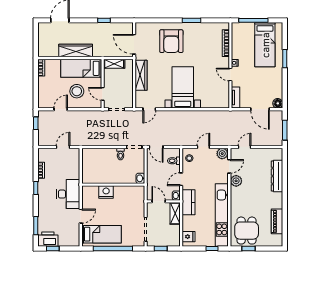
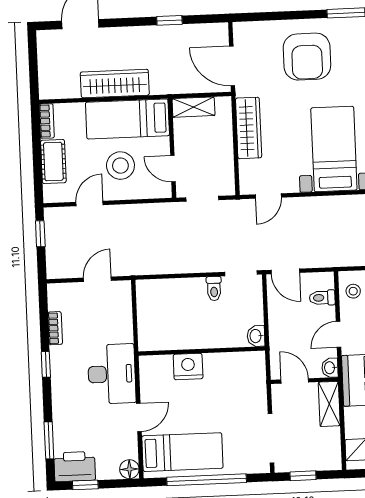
cot: (44, 88) -> (53, 161), added
floor lamp: (75, 242) -> (129, 469), added

